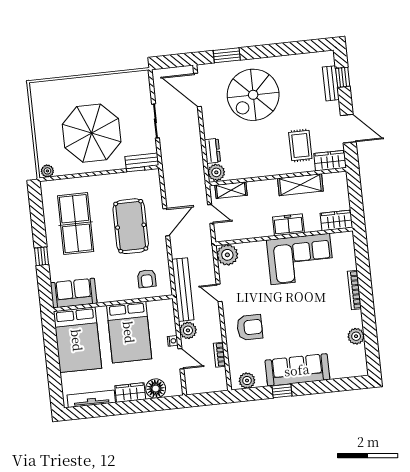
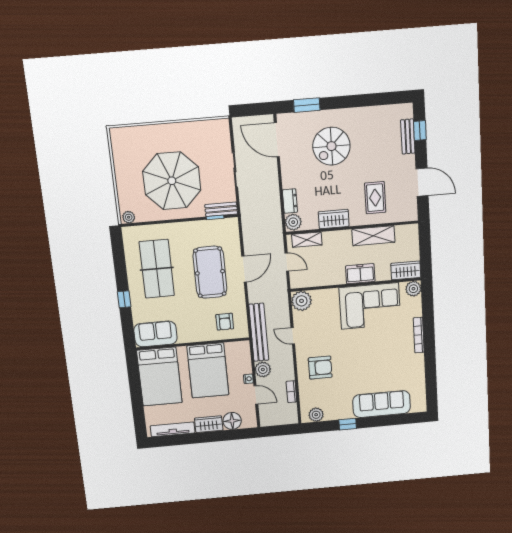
spiral stairs: (253, 95) -> (331, 146), width x0.73, depth x0.73
wardrobe: (330, 161) -> (334, 219), moved
plant: (356, 336) -> (413, 289), moved
sofa: (297, 370) -> (382, 404), moved

